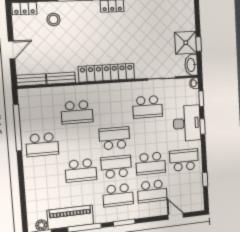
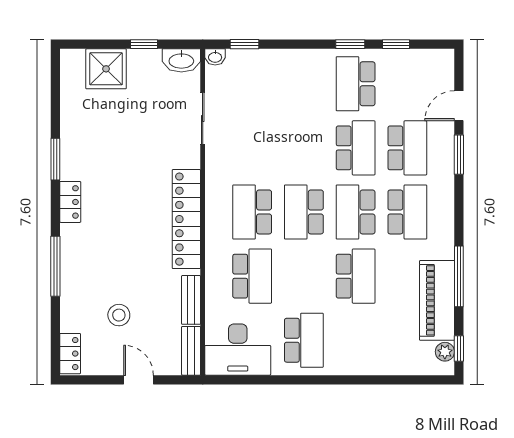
stool: (53, 19) -> (119, 315), moved
shower: (186, 43) -> (106, 69), moved
school desk: (147, 107) -> (252, 212), moved, turned 180
desk: (187, 123) -> (238, 350), moved, turned 180
window: (203, 127) -> (350, 44), moved
window: (18, 128) -> (271, 380), removed
window: (124, 223) -> (459, 155), moved

